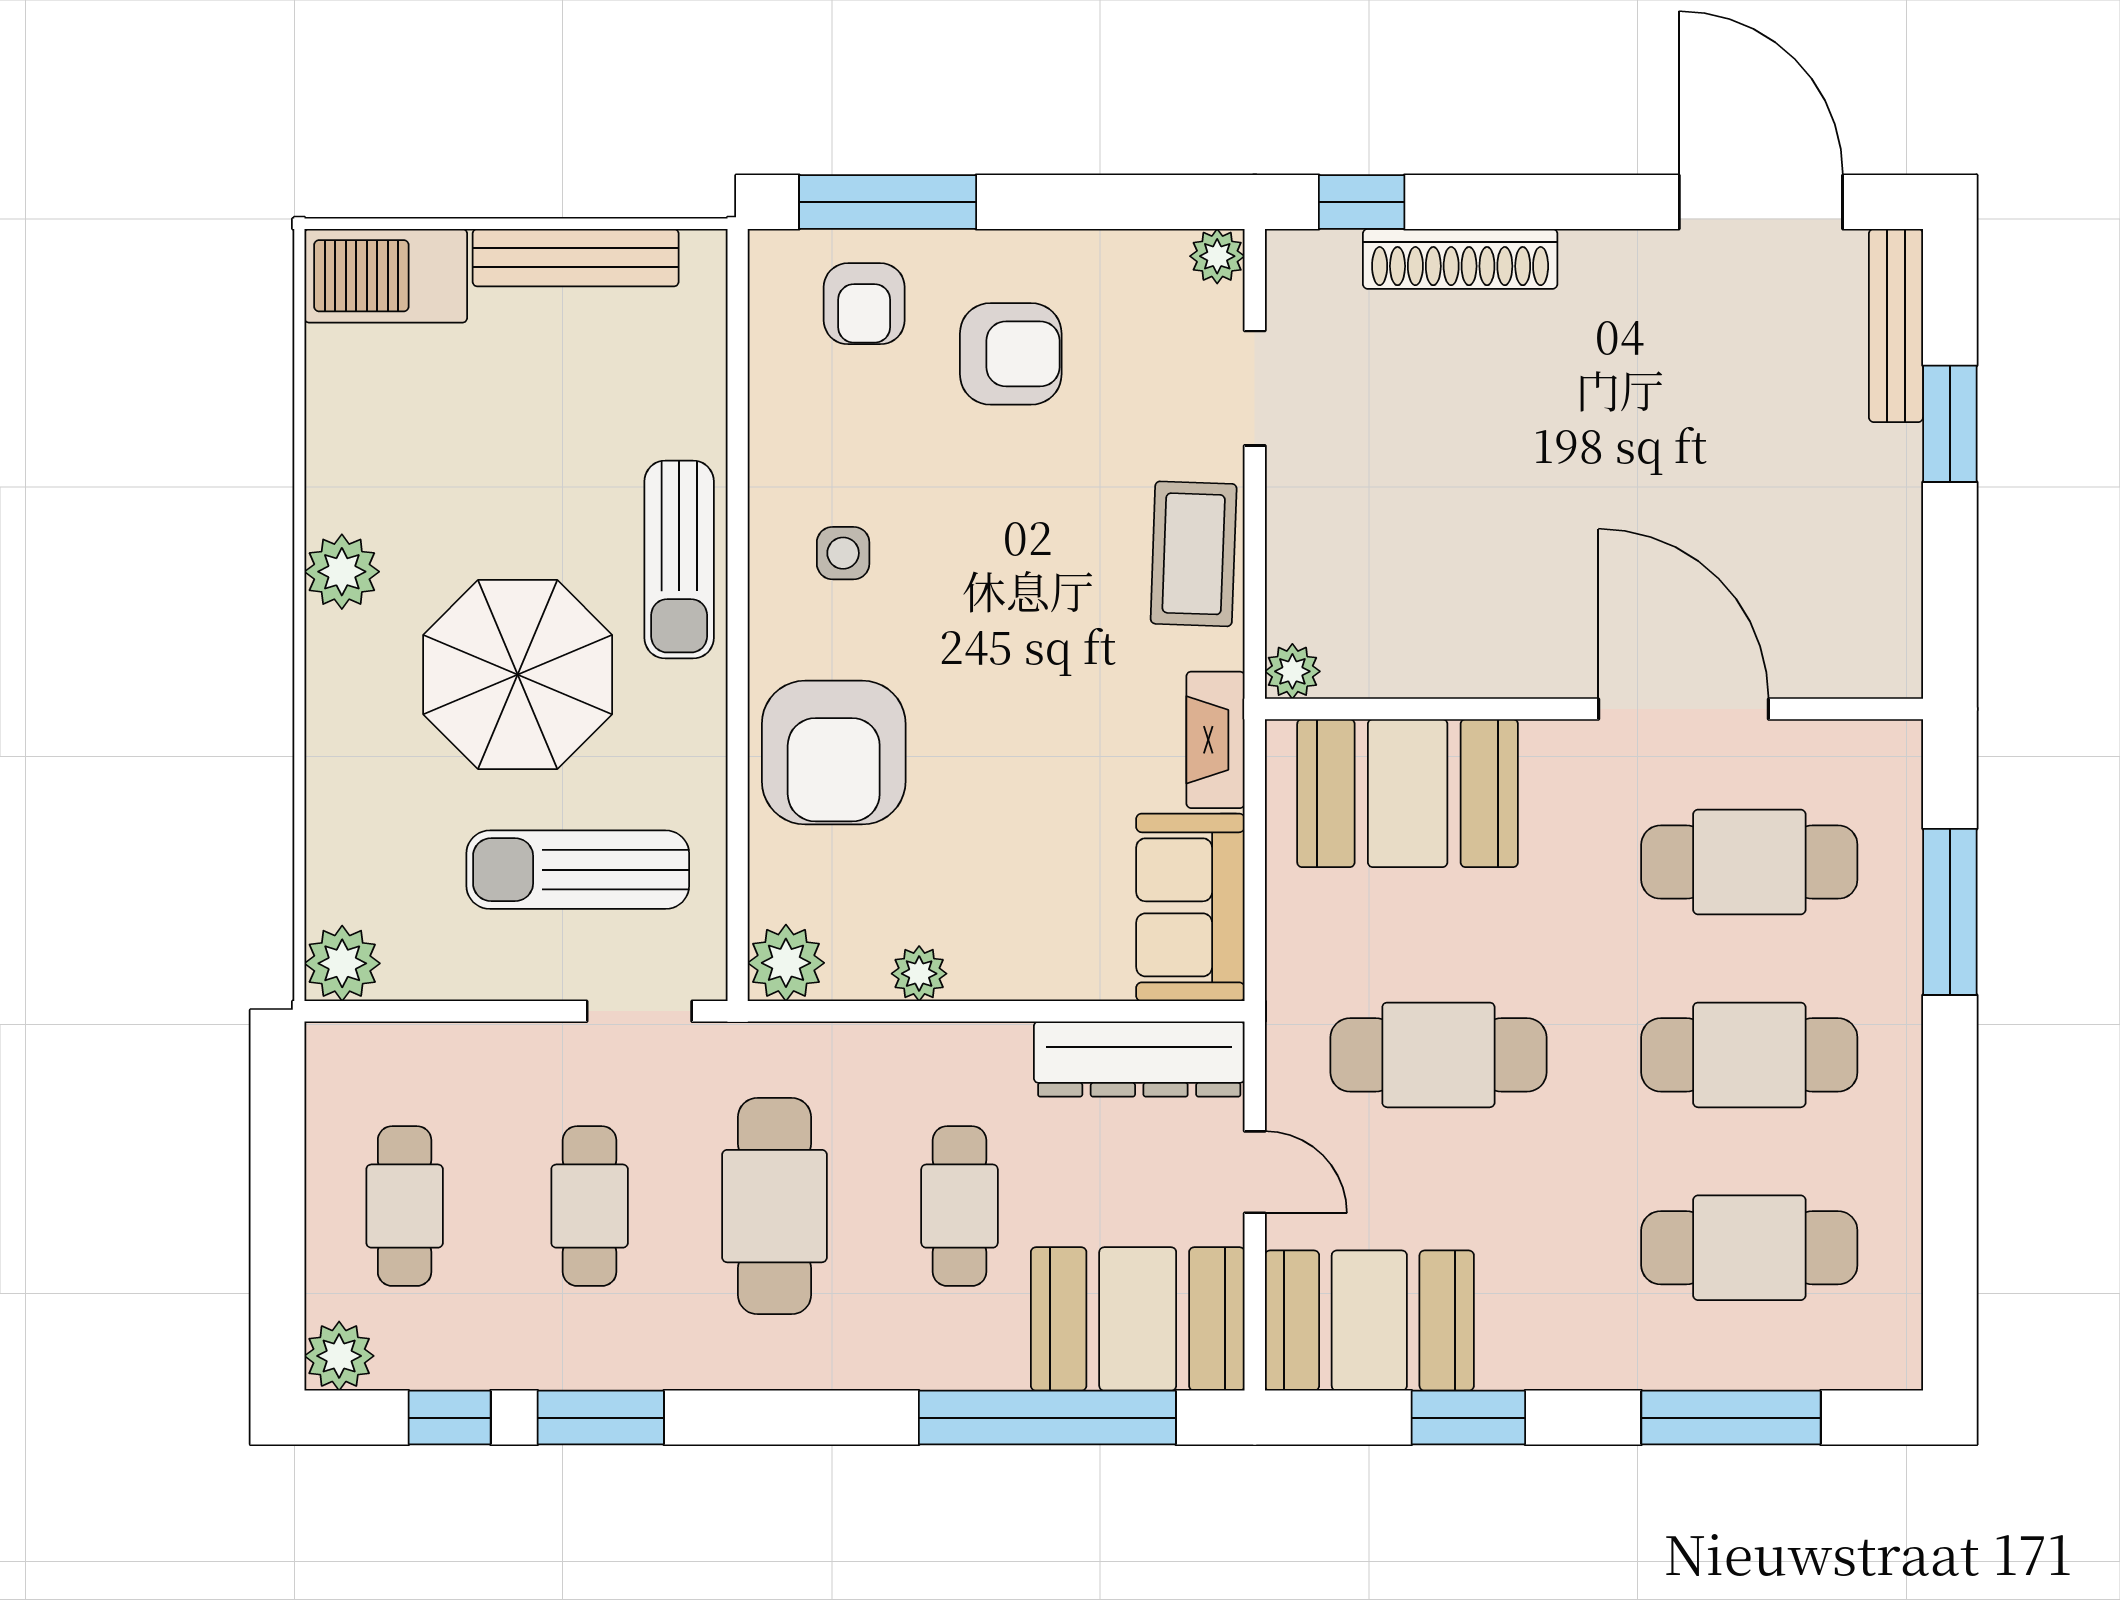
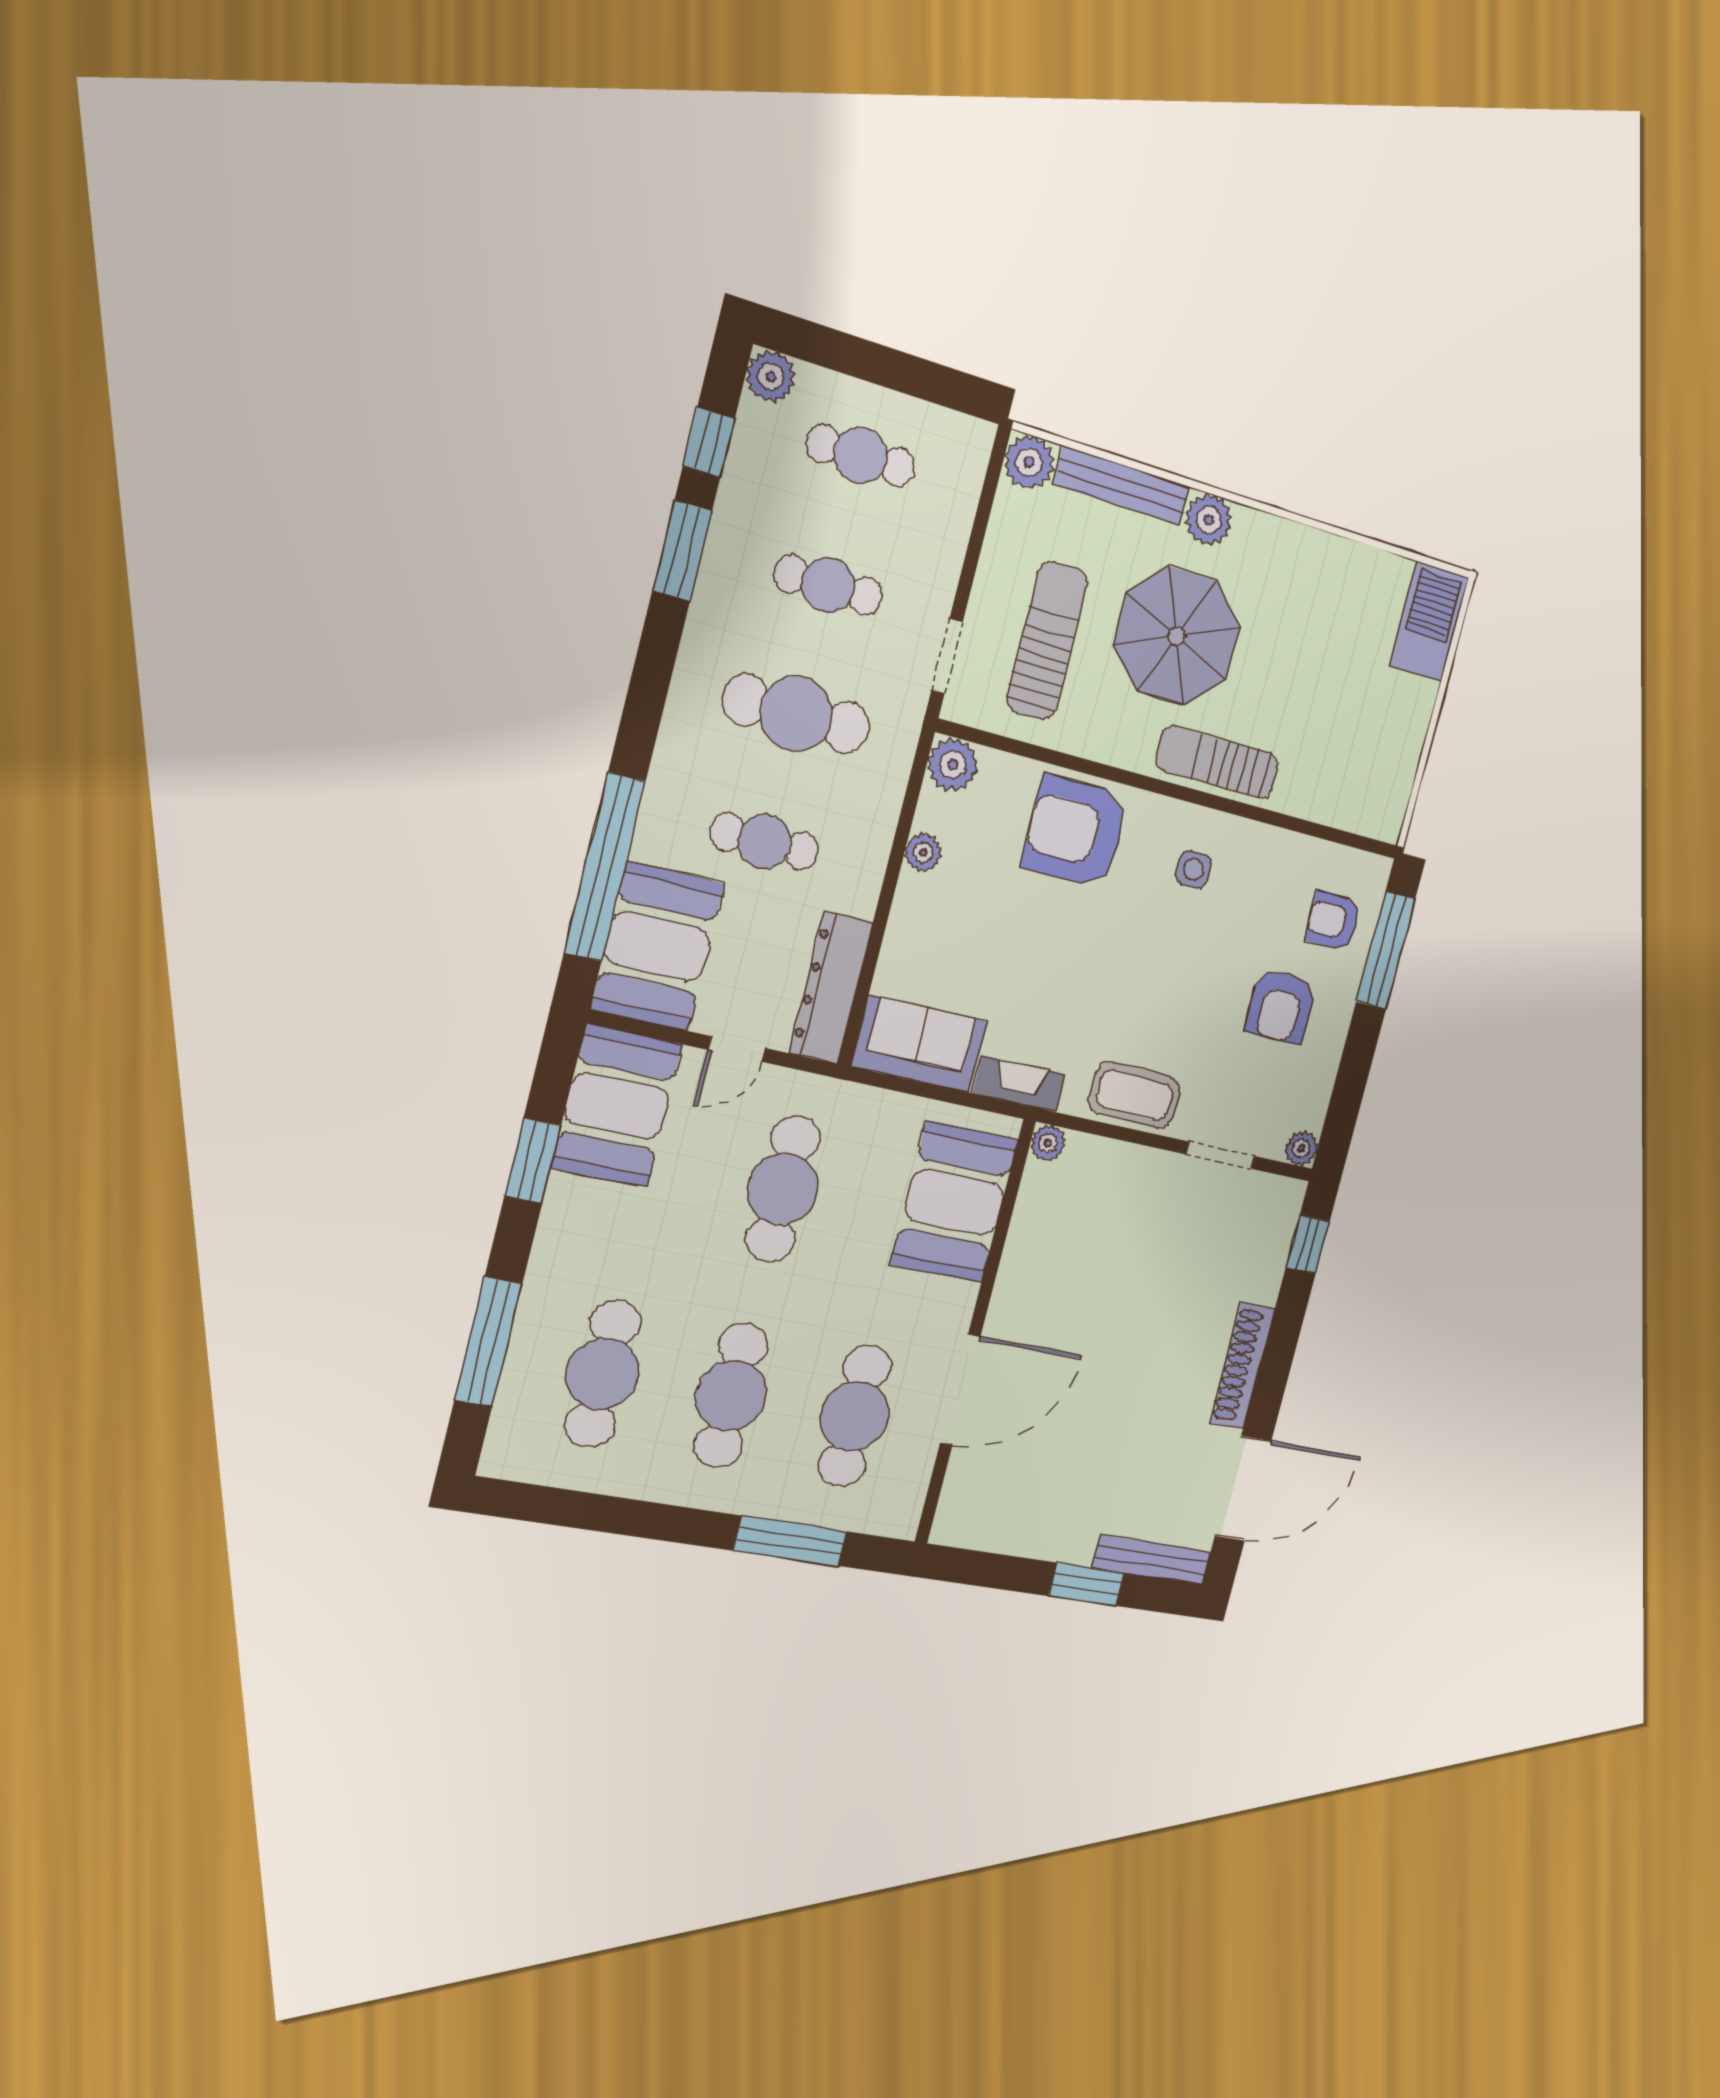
bench: (576, 258) -> (1122, 486), moved, turned 90
shoe rack: (1460, 259) -> (1242, 1366), moved
plant: (342, 572) -> (1209, 520), moved

